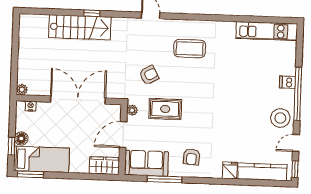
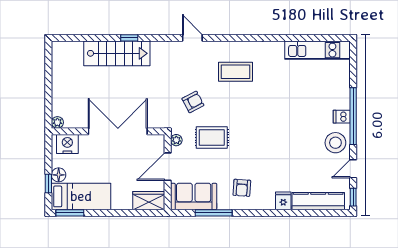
dishwasher: (287, 82) -> (342, 117), moved
nightstand: (31, 106) -> (67, 144), width x1.89, depth x1.79

